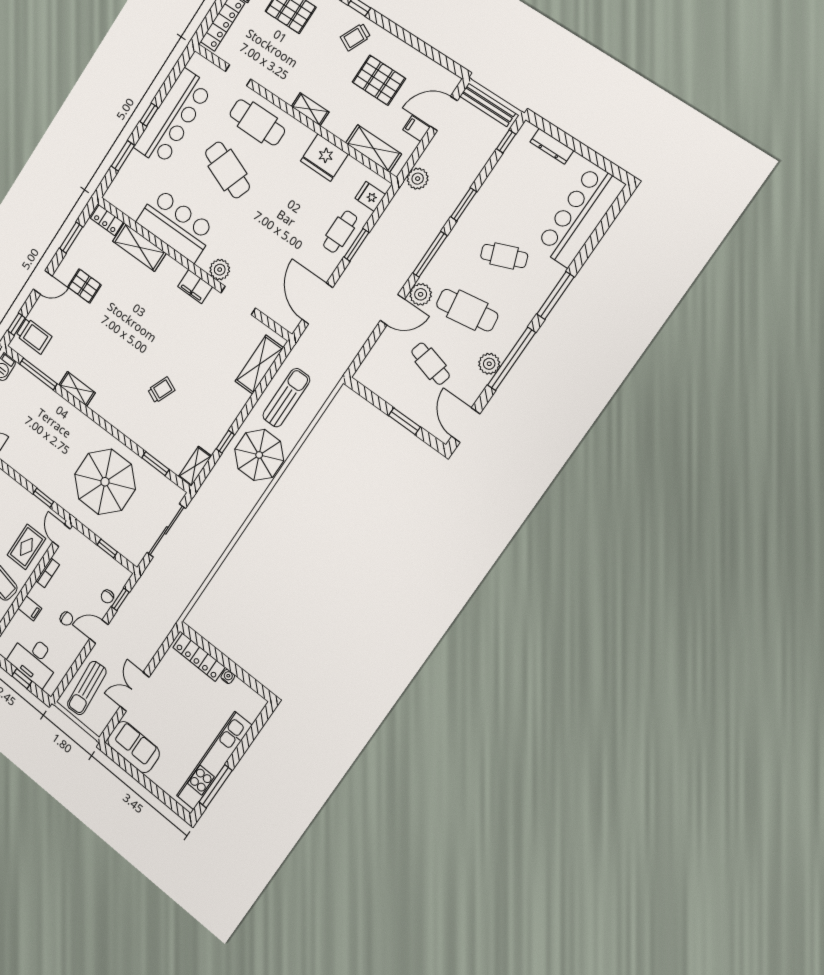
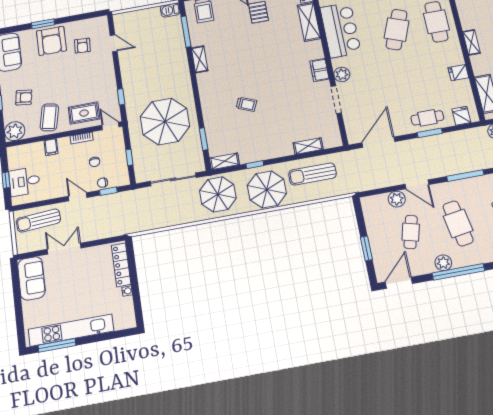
fridge: (324, 158) -> (458, 73), width x0.53, depth x0.75
plant: (421, 294) -> (397, 199), moved
shelving: (259, 365) -> (308, 146), width x0.67, depth x0.75
sun lounger: (286, 398) -> (312, 174), turned 180
parasol: (220, 504) -> (218, 194), added
door: (61, 535) -> (110, 126), hinge flipped
chair: (66, 619) -> (95, 162), moved
desk: (34, 660) -> (24, 181), width x0.73

